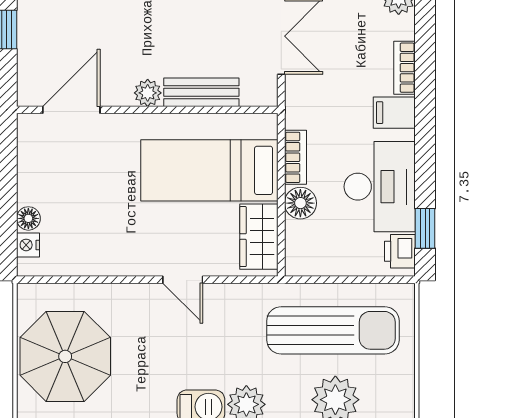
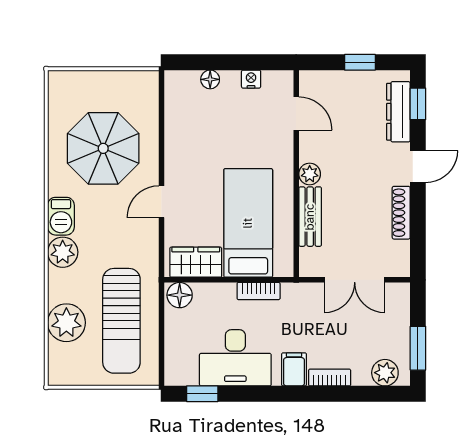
door: (71, 110) -> (296, 114), width x0.73
floor lamp: (300, 203) -> (180, 295), moved
nightstand: (28, 245) -> (251, 79), moved
printer: (400, 251) -> (184, 374), removed
parasol: (65, 356) -> (103, 148), moved

